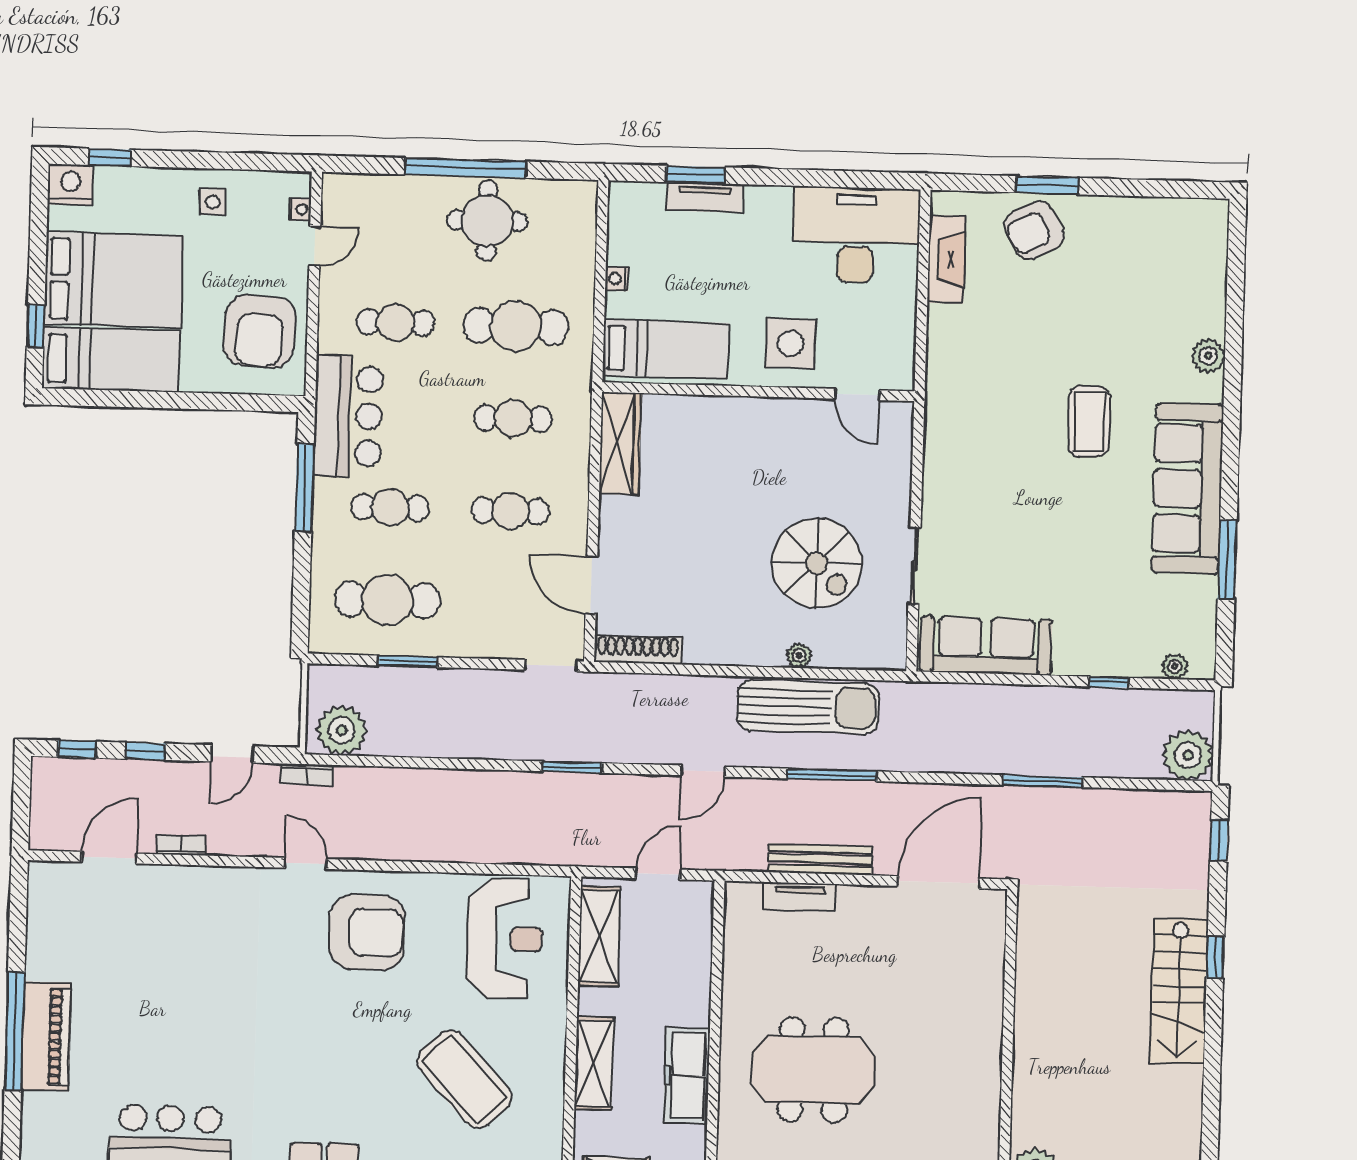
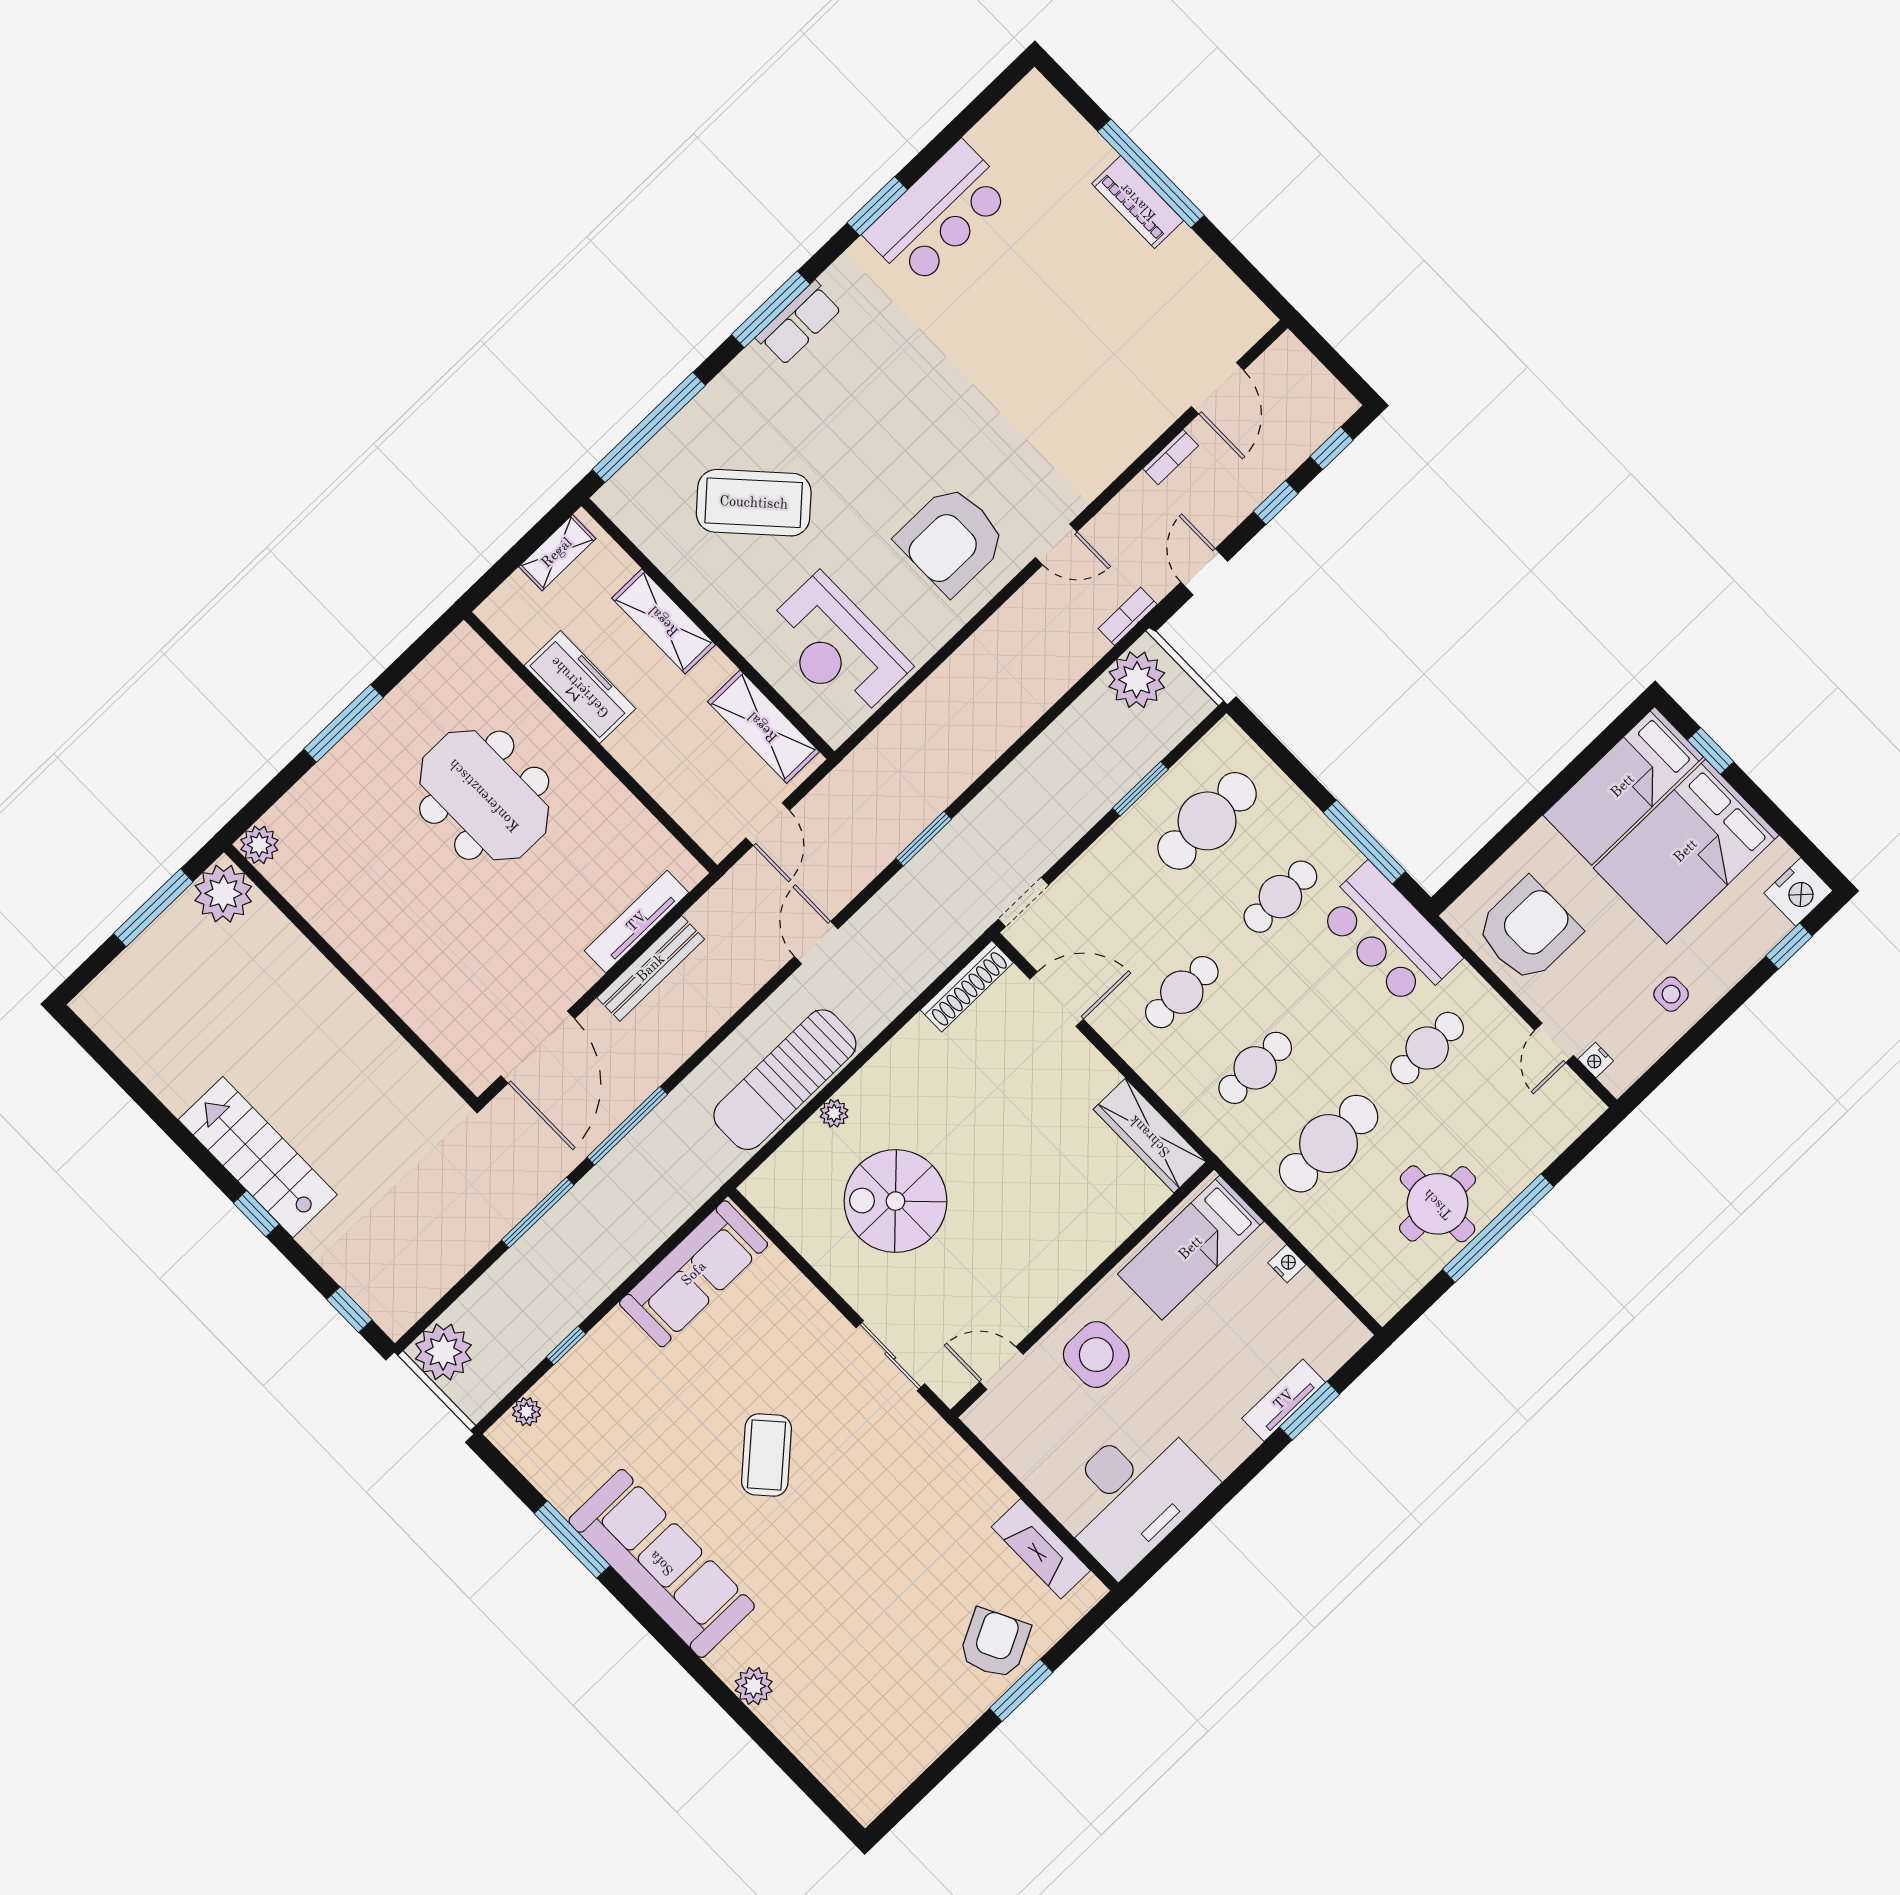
armchair: (260, 331) -> (1528, 930), turned 86
coffee table: (1089, 421) -> (767, 1455), moved, turned 48
sliding door: (914, 566) -> (890, 1356), moved
window: (832, 775) -> (627, 1126), moved
tv unit: (799, 897) -> (637, 922), width x1.41
piano: (46, 1036) -> (1138, 202), width x0.73, depth x0.75
meeting table: (813, 1070) -> (484, 795), turned 90

